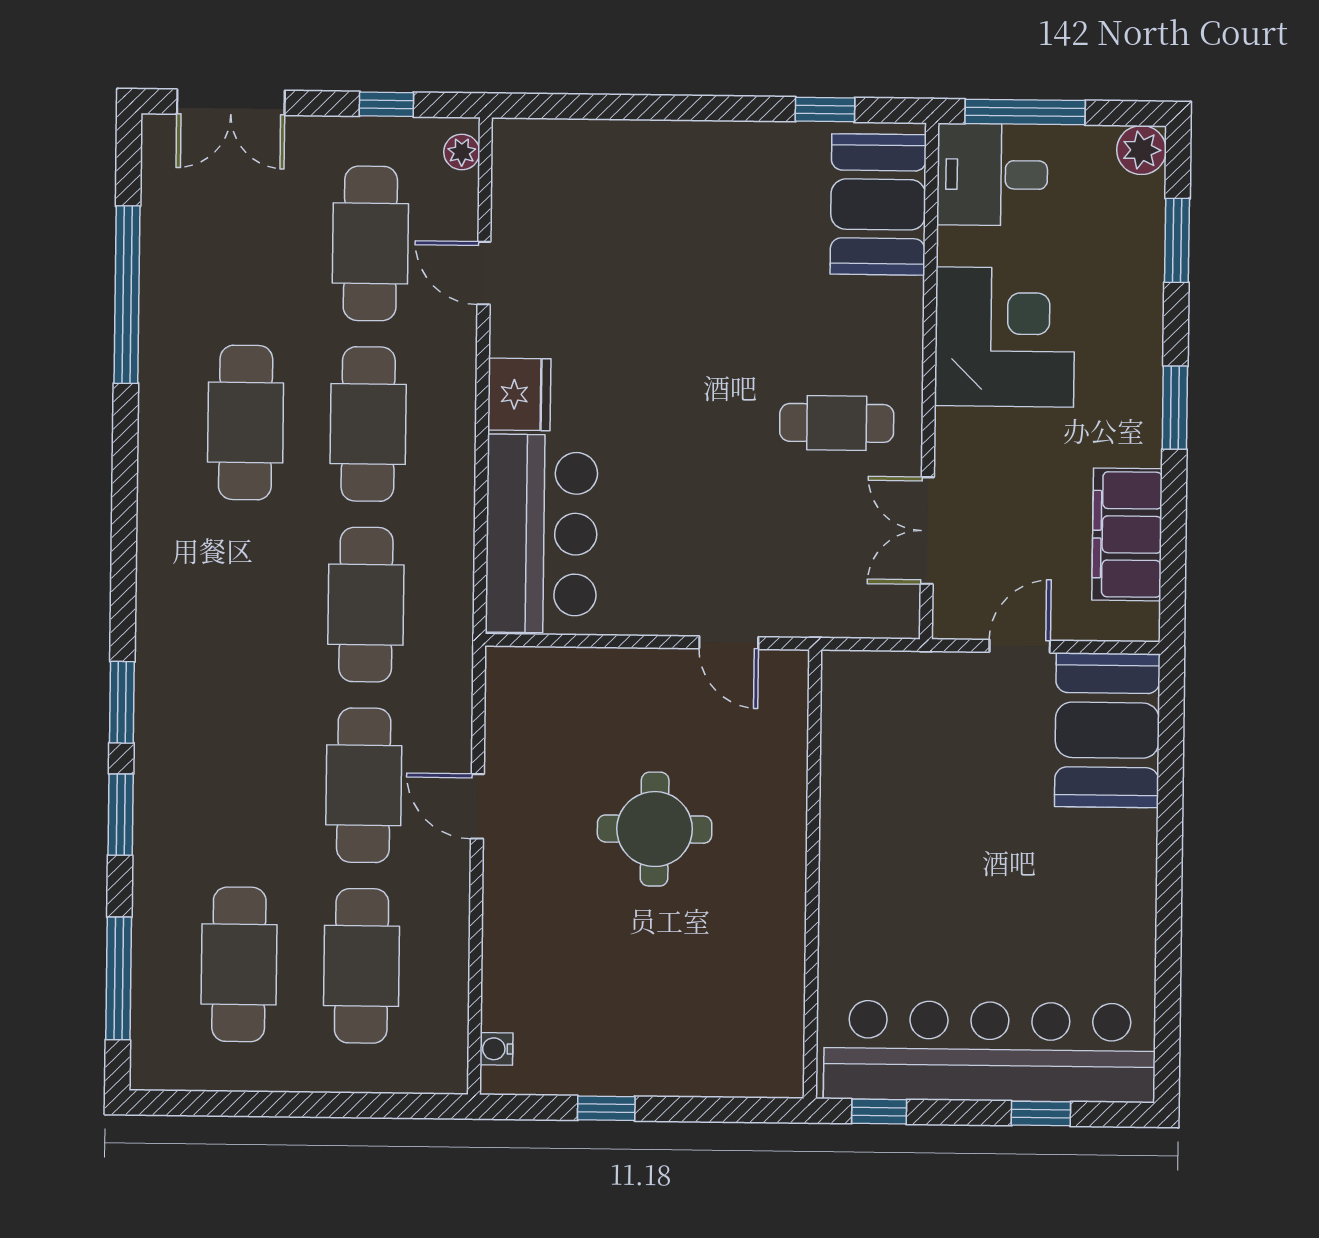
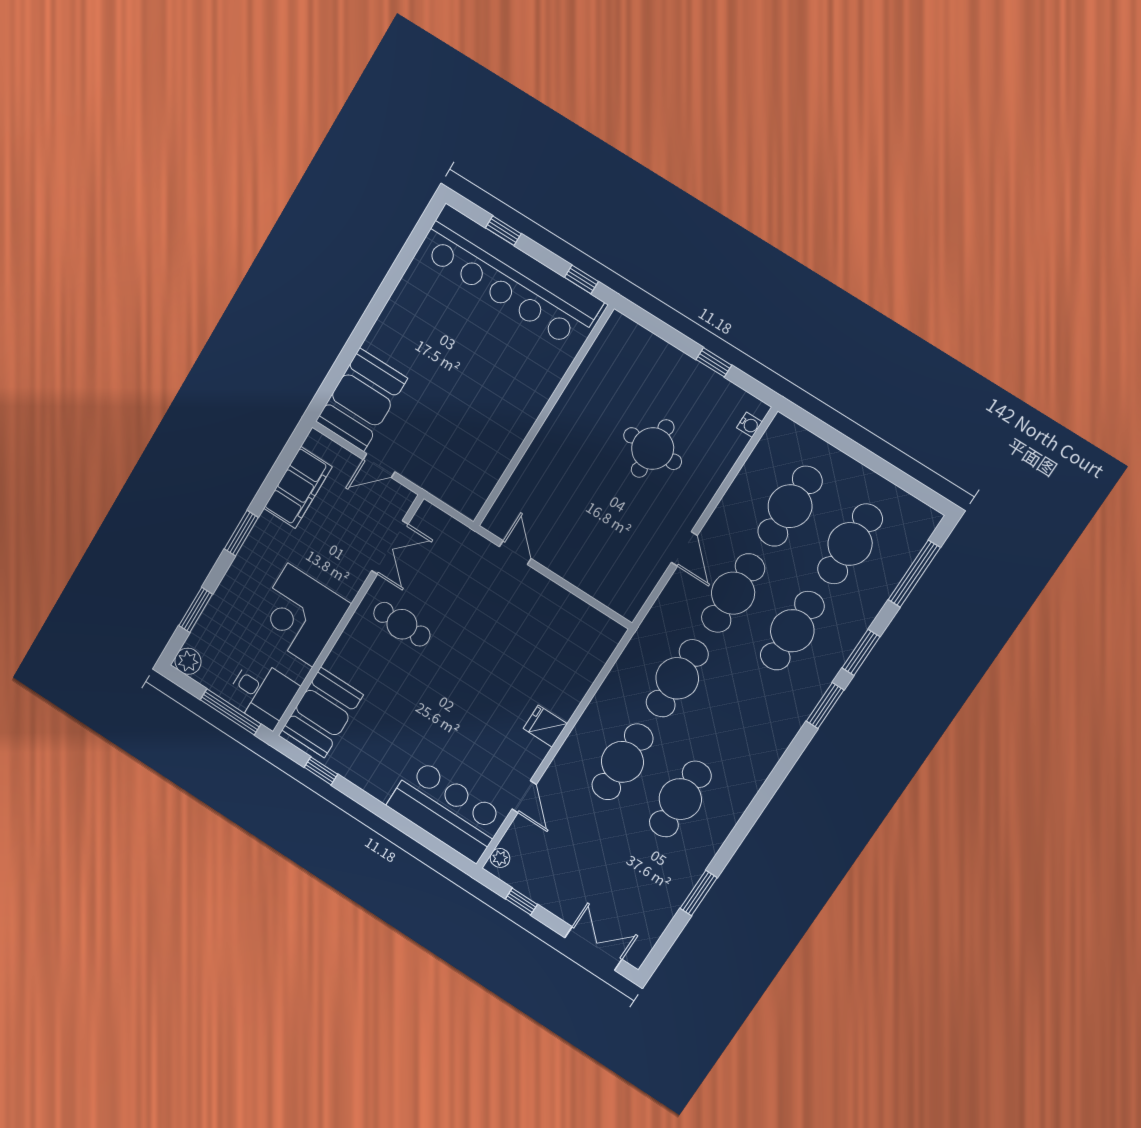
cafe table: (370, 243) -> (792, 631), moved
window: (127, 295) -> (699, 893), width x0.47
fridge: (519, 394) -> (545, 726), width x0.72
bar counter: (542, 534) -> (447, 810), moved, turned 90
round table: (655, 829) -> (653, 449), moved

